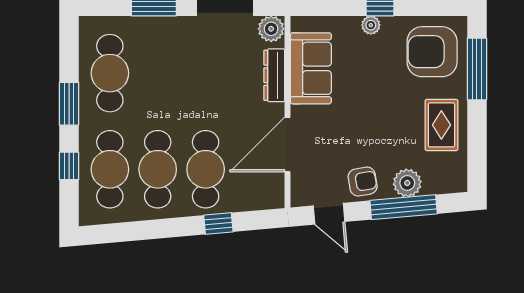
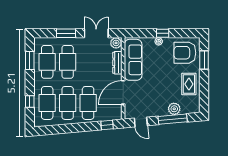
sofa: (311, 68) -> (133, 60), width x1.36
window: (477, 69) -> (204, 60), width x0.69
cafe table: (158, 73) -> (68, 62), added
window: (69, 104) -> (30, 60), moved
armchair: (363, 182) -> (155, 108), removed
window: (218, 224) -> (107, 125), moved

